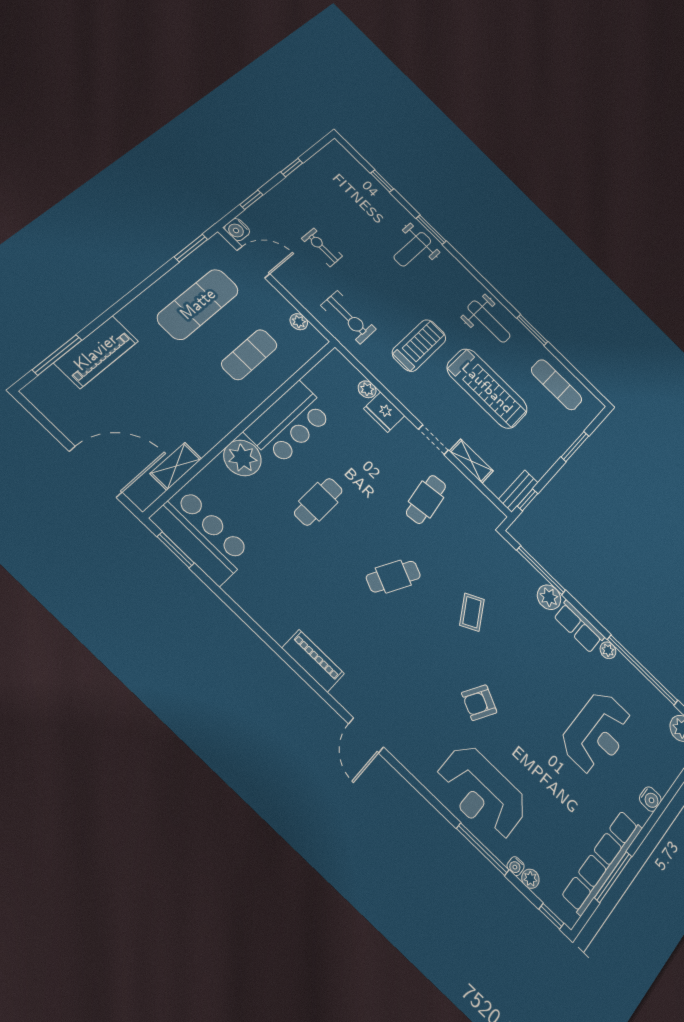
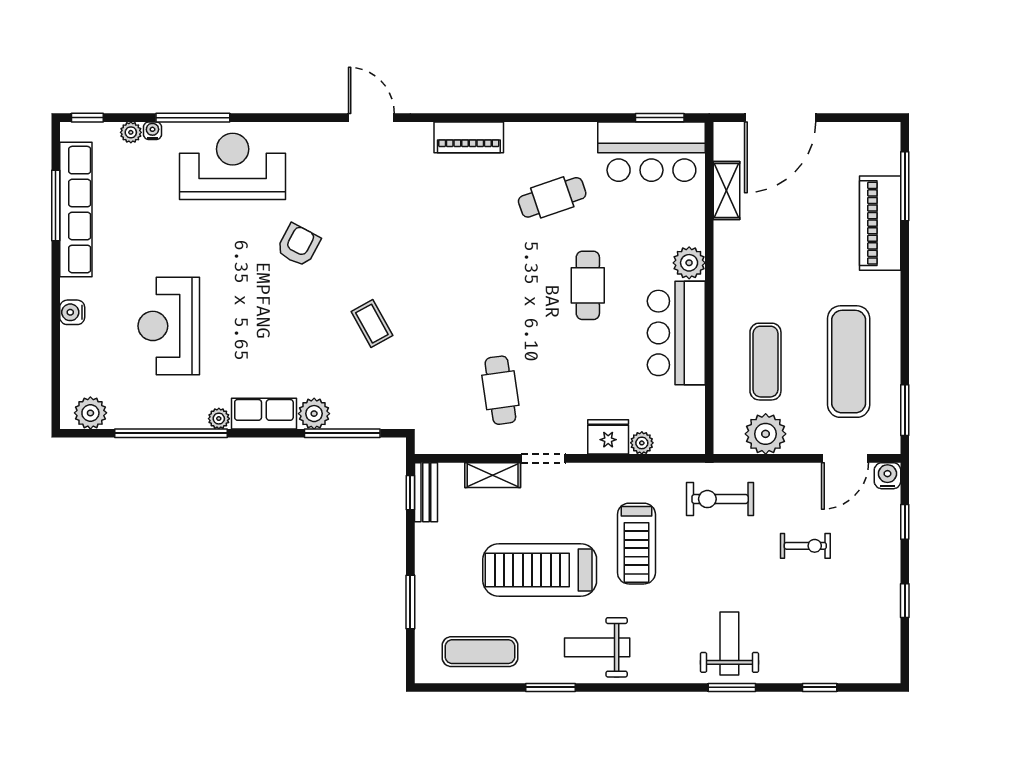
plant: (299, 322) -> (766, 434), width x1.87, depth x1.87
plant: (242, 458) -> (689, 263), width x0.73, depth x0.73
cafe table: (393, 577) -> (552, 197), moved, turned 45

